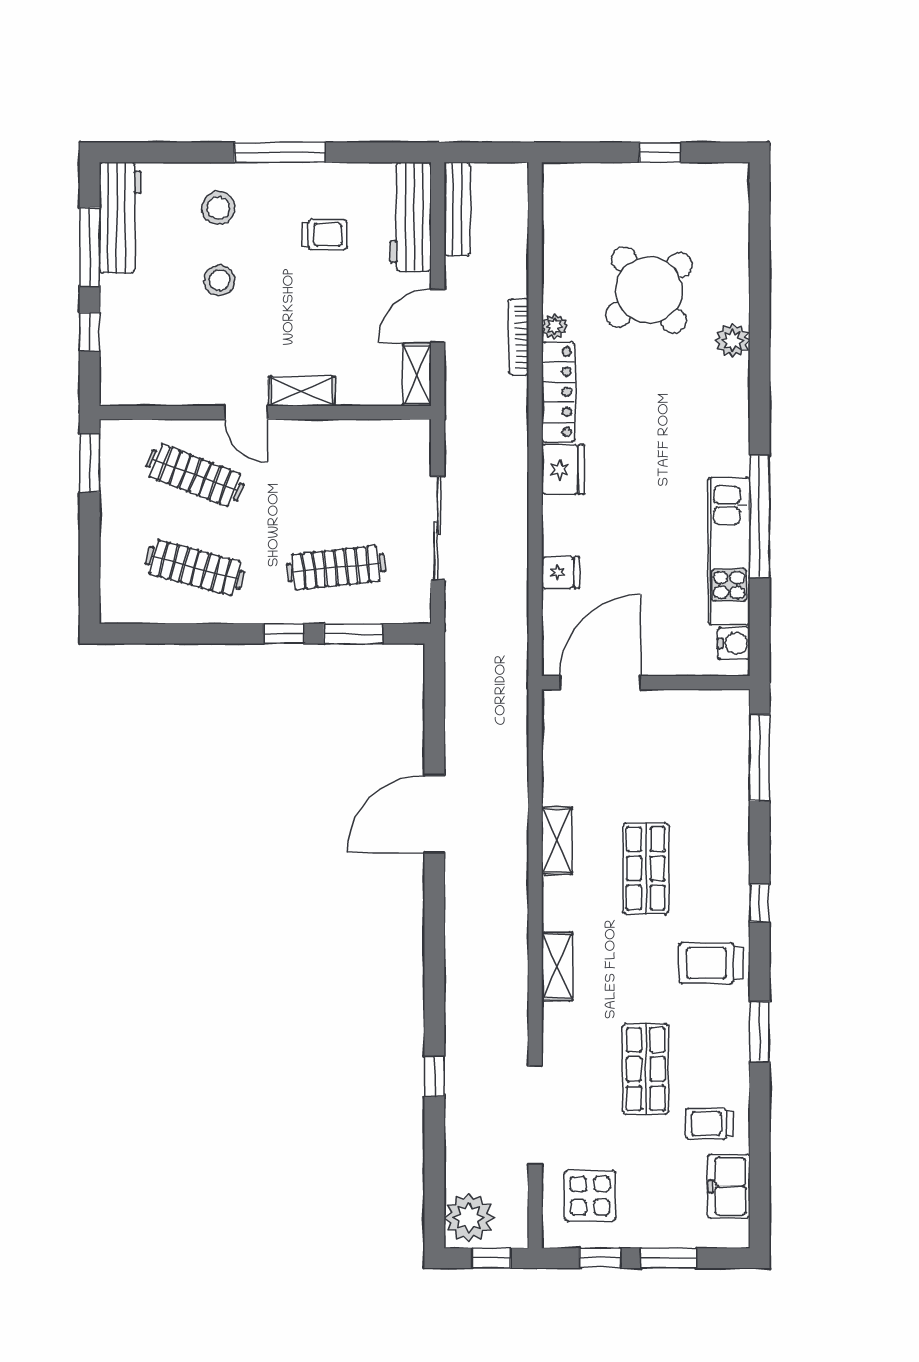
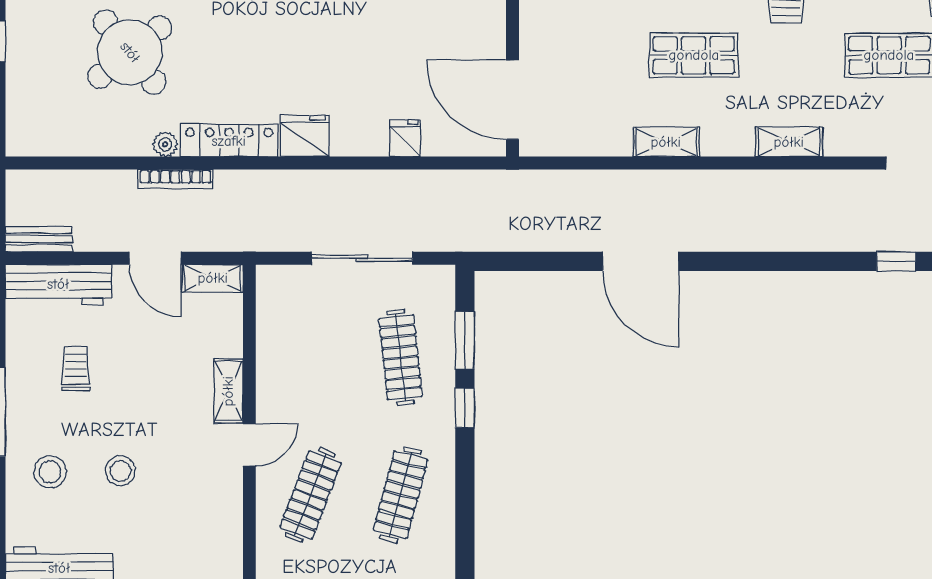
bench: (457, 209) -> (39, 239), width x0.73

